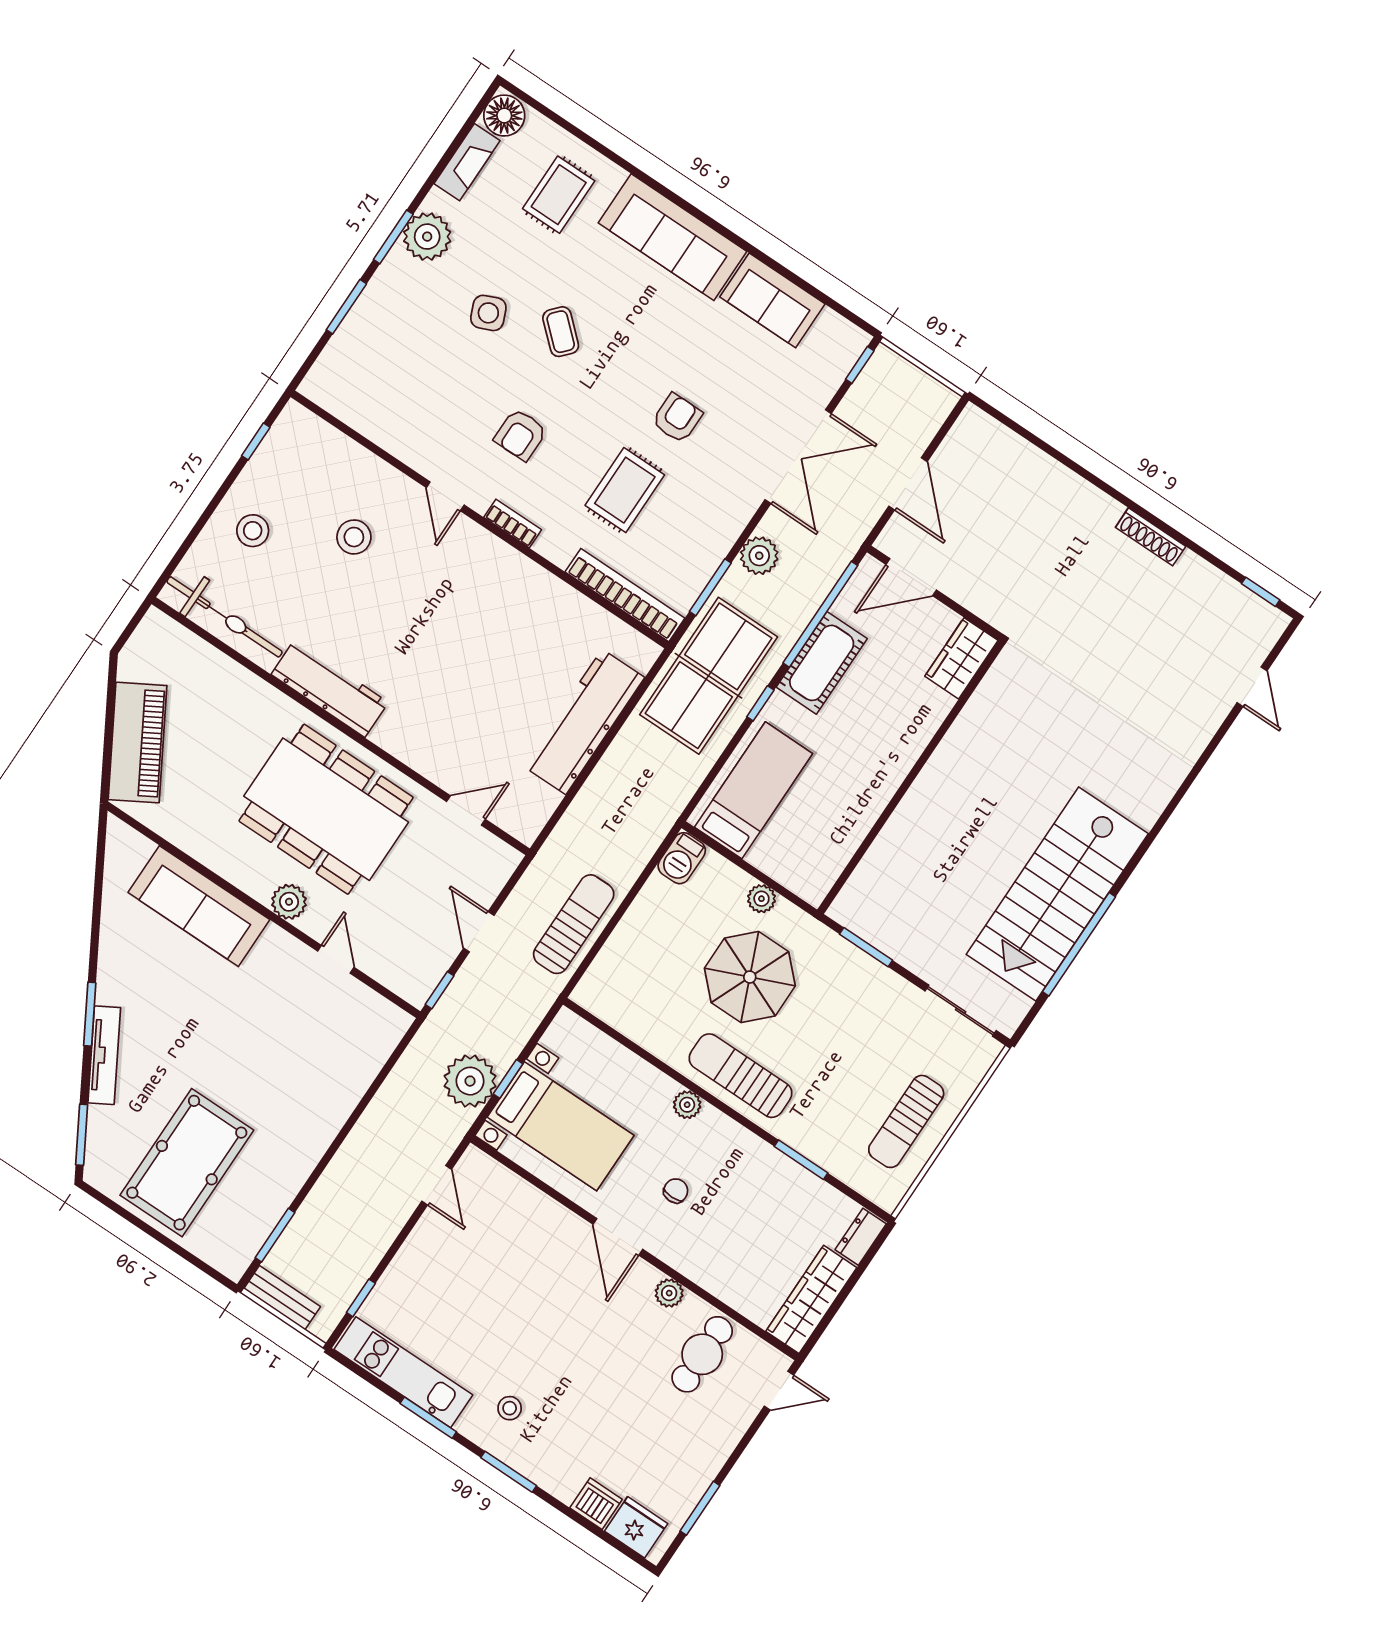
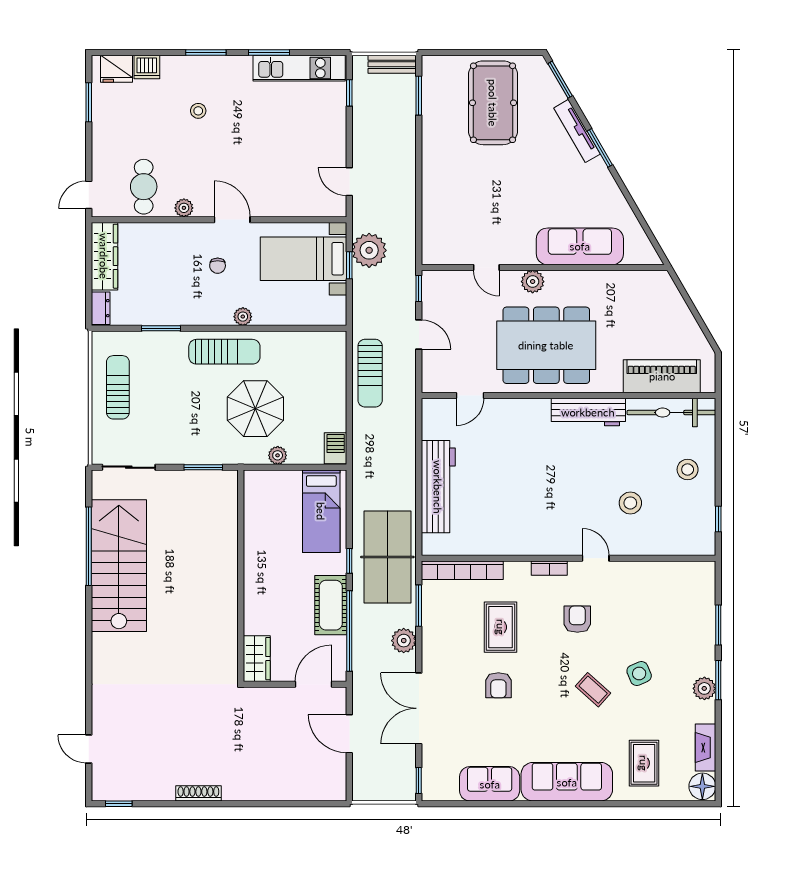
plant: (427, 237) -> (704, 688), width x0.73, depth x0.73
piano: (137, 743) -> (662, 376), moved, turned 120
stool: (510, 1408) -> (198, 111), moved

